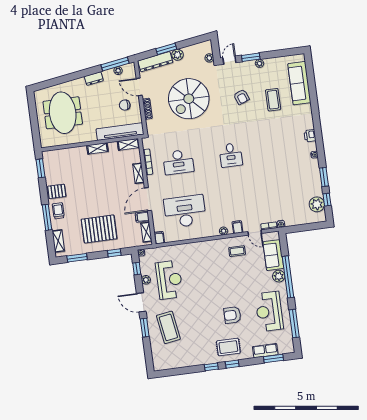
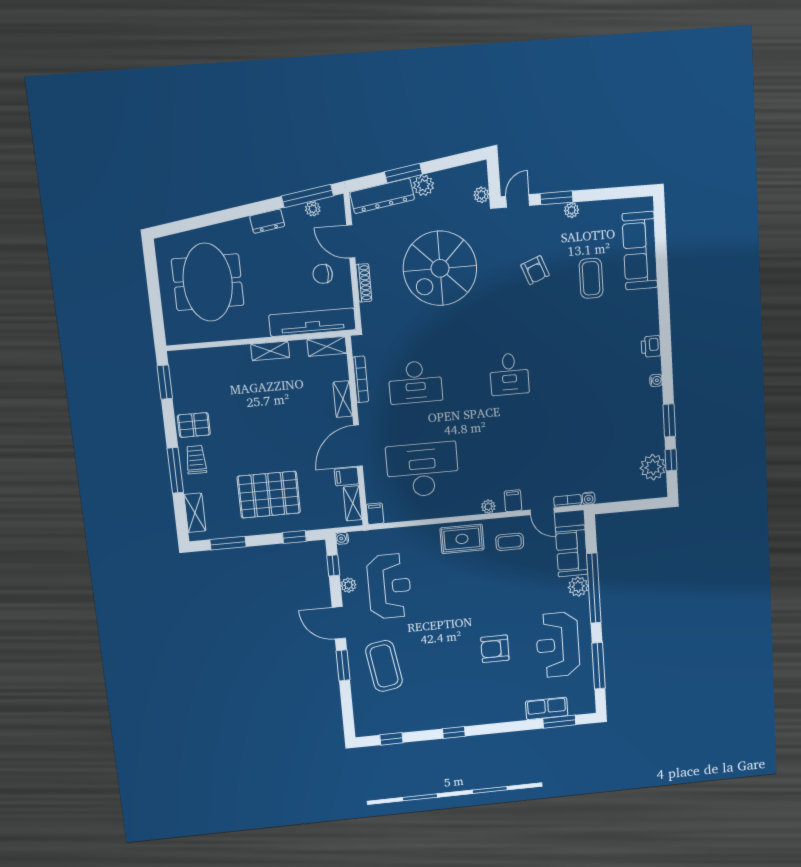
rug: (228, 347) -> (462, 539), moved
window: (232, 364) -> (391, 739), moved

